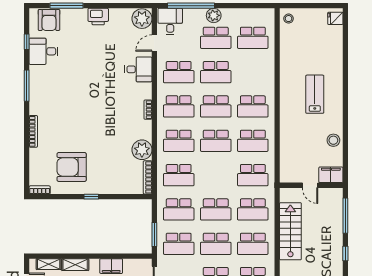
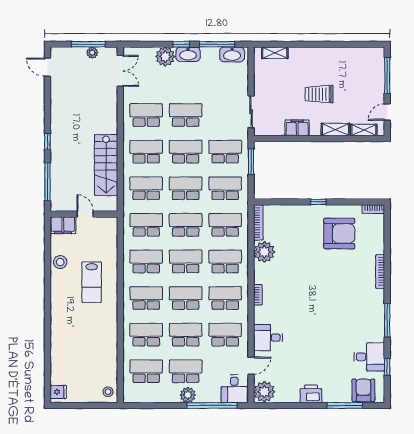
school desk: (253, 72) -> (146, 335), added
lab bench: (315, 94) -> (92, 282), moved
school desk: (216, 175) -> (186, 225), added

